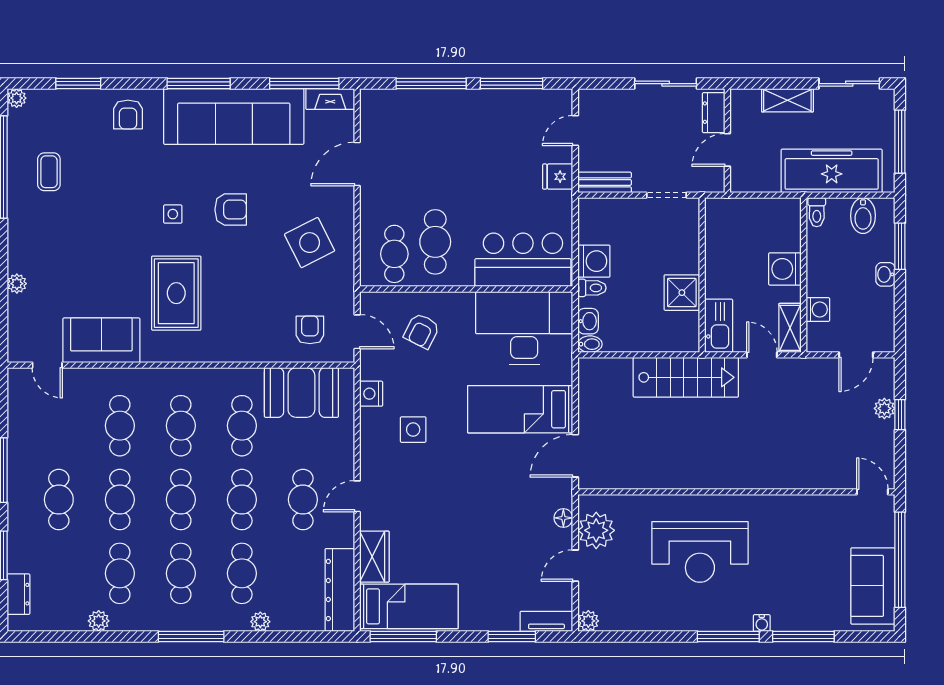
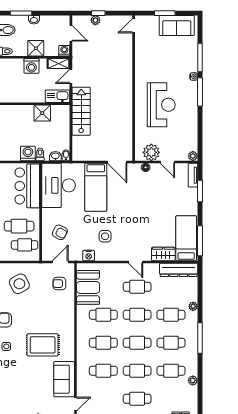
shower: (823, 278) -> (36, 48), added
washing machine: (818, 310) -> (64, 51), moved
window: (900, 560) -> (165, 13), width x0.47

